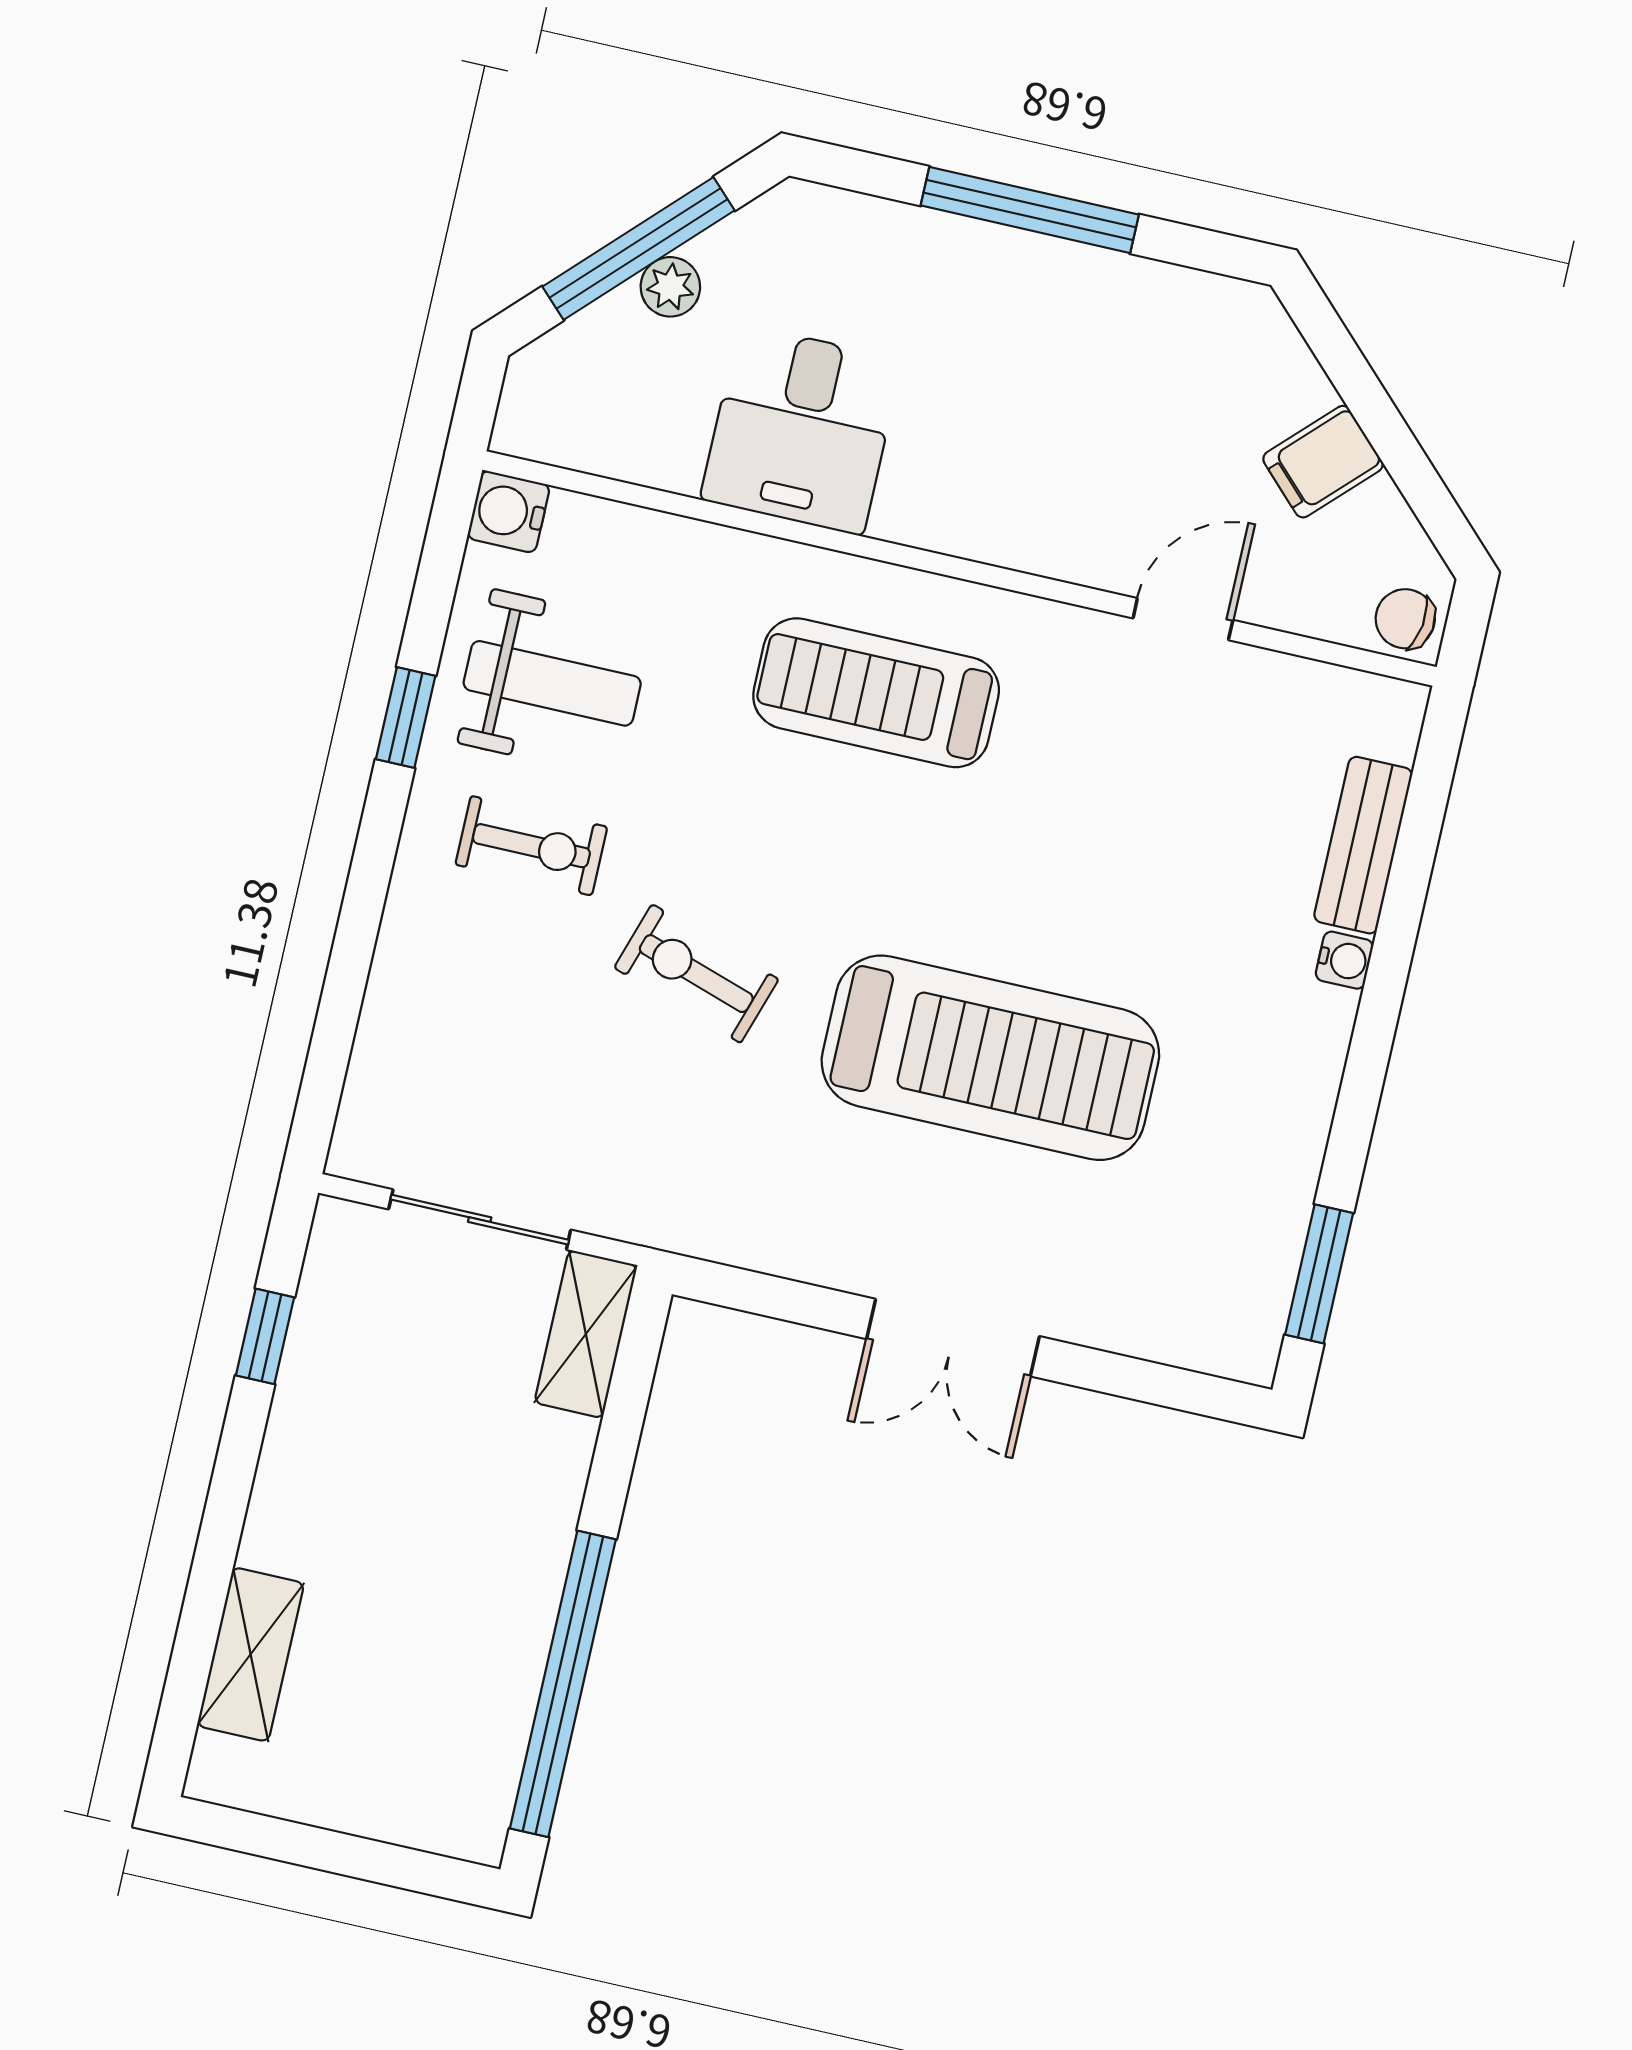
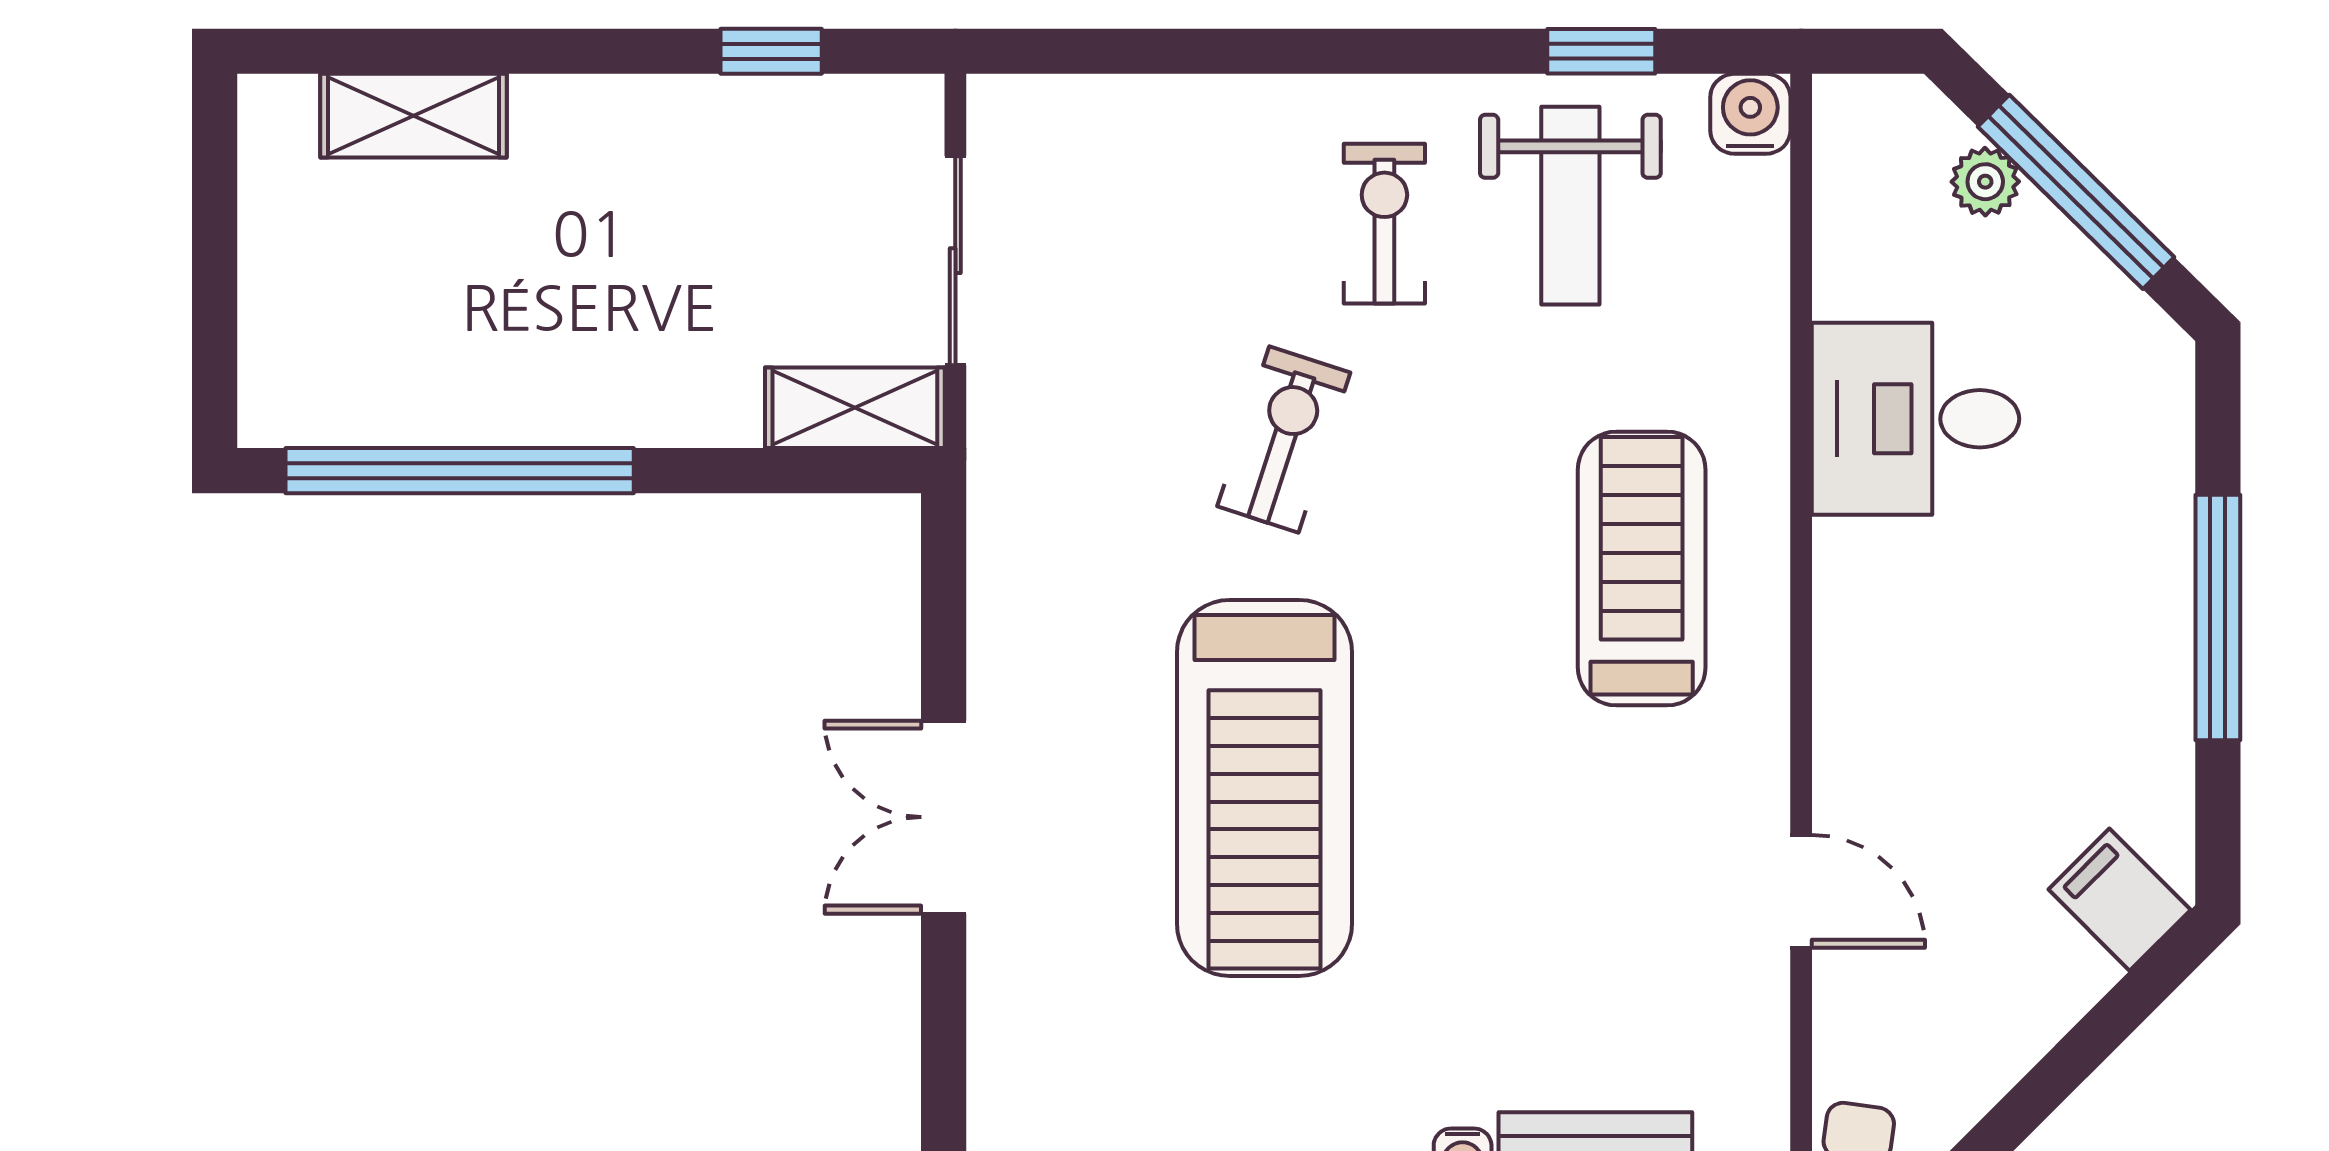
plant: (670, 287) -> (1985, 182), moved
filing cabinet: (1323, 462) -> (2120, 900), moved
window: (406, 717) -> (1601, 51), moved
exercise bike: (531, 846) -> (1384, 224), turned 180

